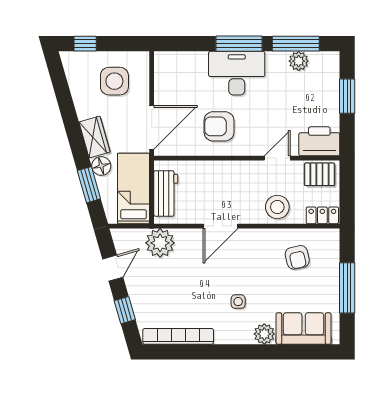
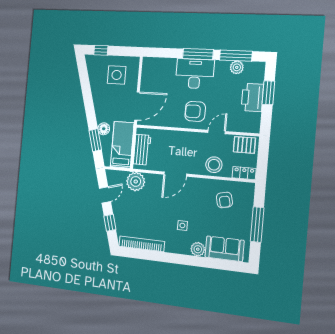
armchair: (219, 126) -> (195, 111), moved
wardrobe: (94, 137) -> (101, 110), removed
printer: (319, 141) -> (252, 97), moved, turned -90

